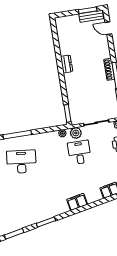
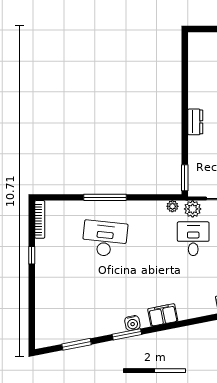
dresser: (67, 64) -> (195, 122), moved
filing cabinet: (77, 202) -> (163, 315), moved
water cooler: (48, 214) -> (132, 323), added

